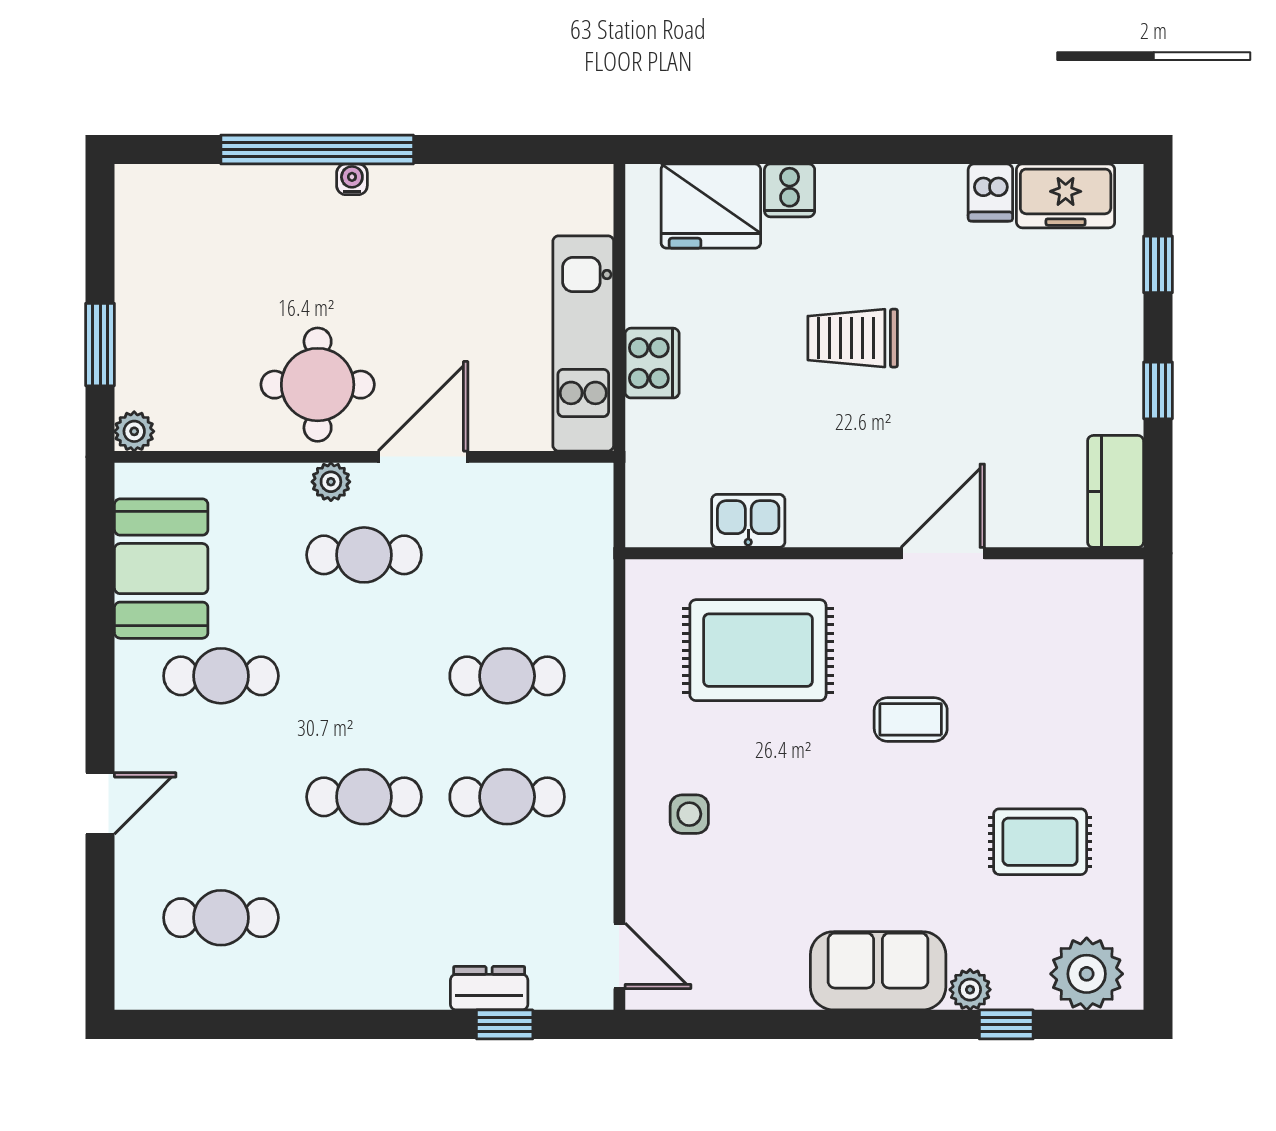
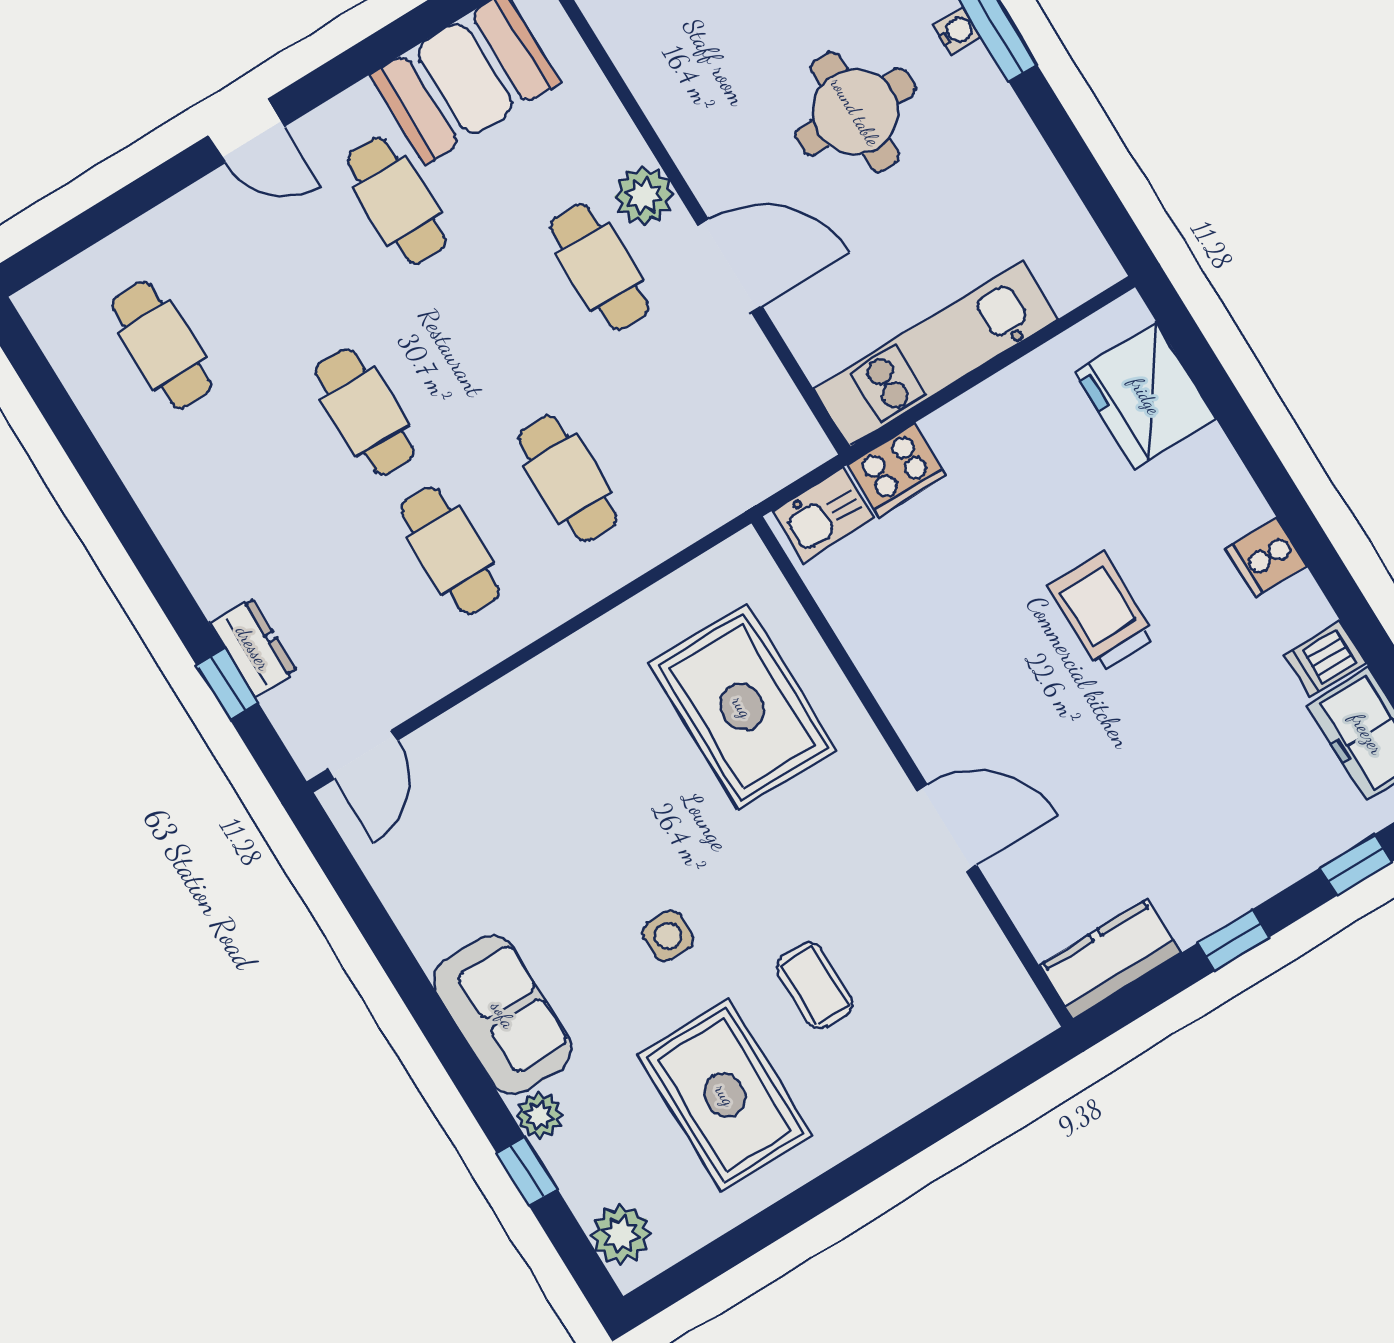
cooker: (790, 190) -> (1266, 558), moved
cooker: (652, 363) -> (897, 470), moved
round table: (318, 385) -> (855, 112), moved
plant: (331, 482) -> (644, 196), width x1.38, depth x1.38
kitchen sink: (748, 521) -> (823, 515), moved, turned 90
coffee table: (911, 719) -> (814, 986), moved
door: (100, 803) -> (246, 131), moved
side table: (689, 814) -> (668, 936), moved
rug: (1040, 842) -> (725, 1095), width x1.36, depth x1.43
plant: (1087, 974) -> (621, 1234), width x0.73, depth x0.73

